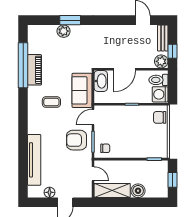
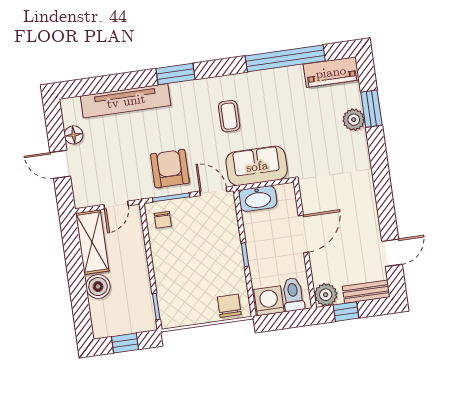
window: (70, 20) -> (371, 109), moved
door: (125, 69) -> (303, 234), swing flipped
piano: (35, 70) -> (331, 72), moved
washbasin: (101, 81) -> (258, 199), moved
window: (23, 129) -> (176, 74), added

